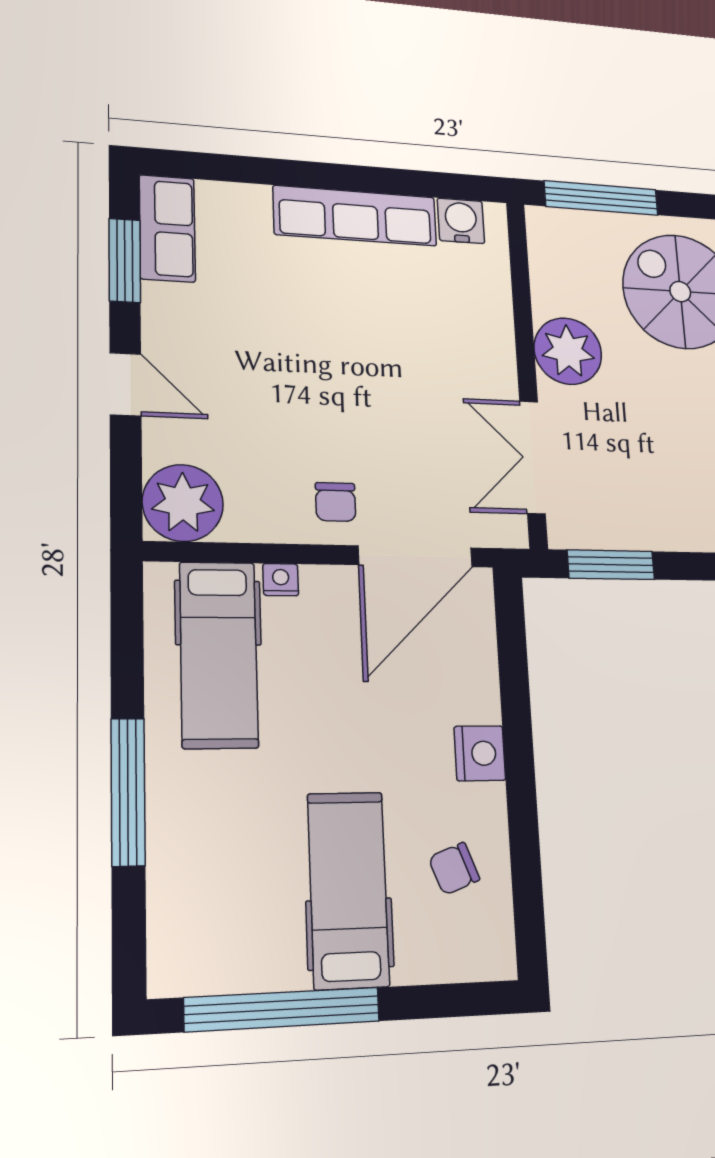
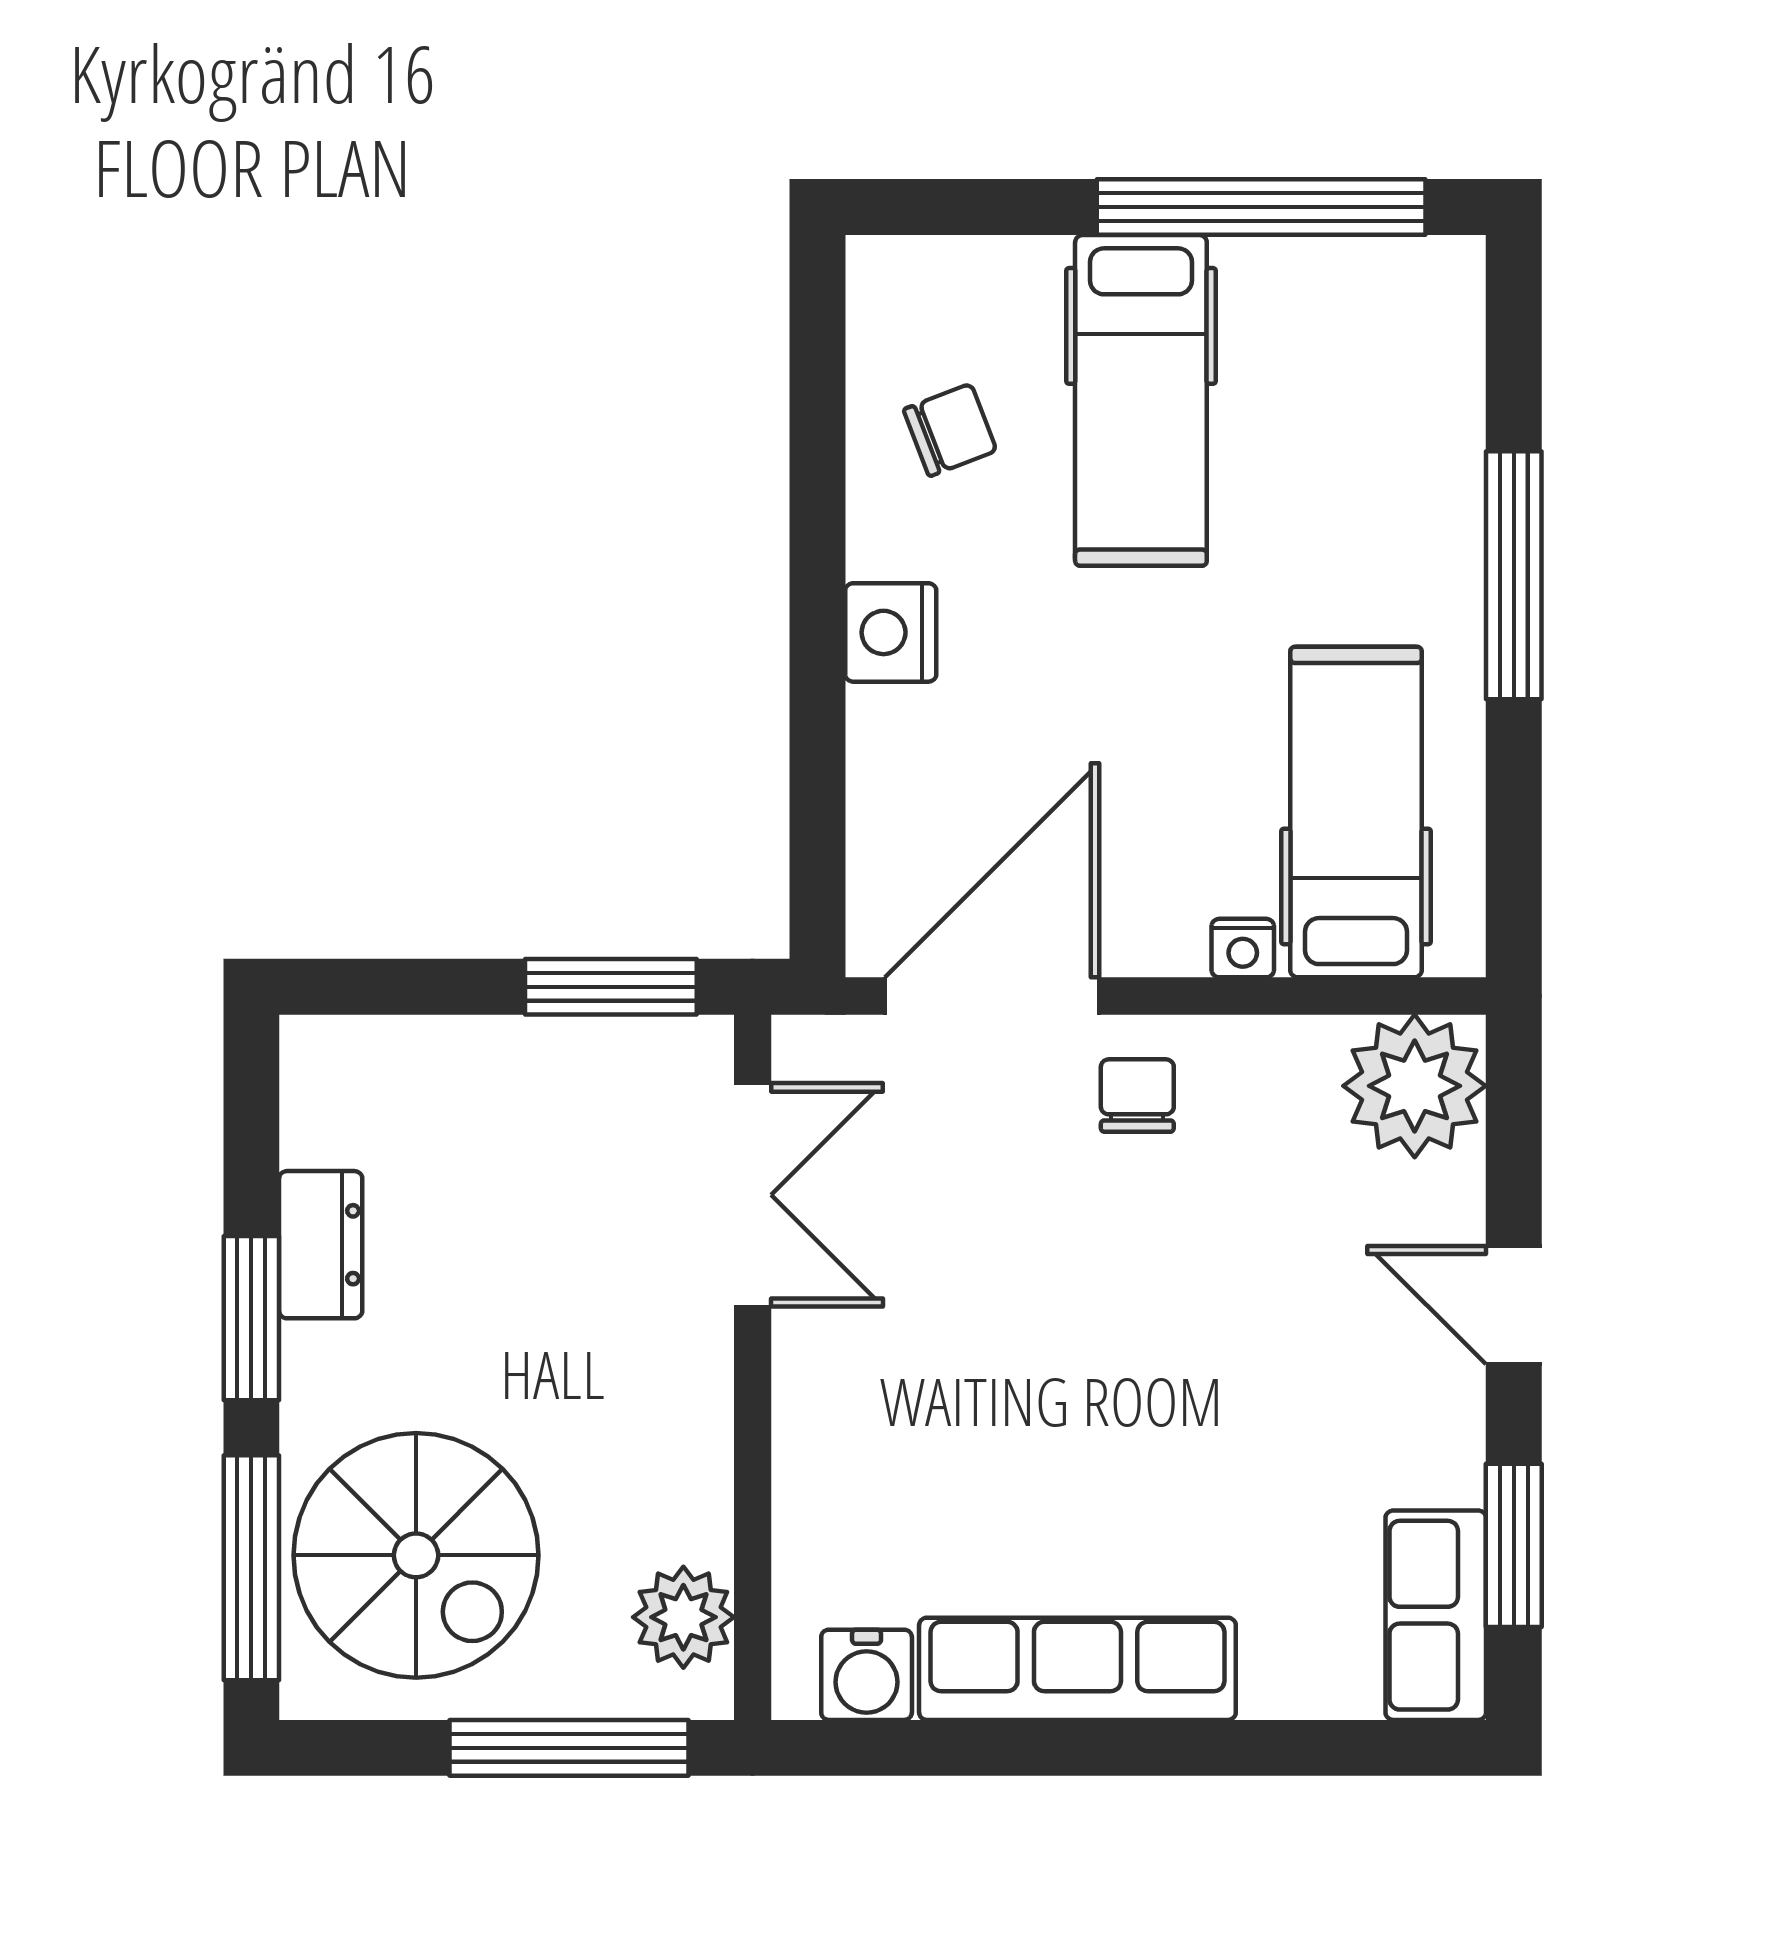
plant: (568, 351) -> (683, 1617), moved, width x0.73, depth x0.73

